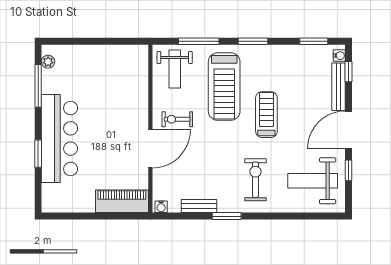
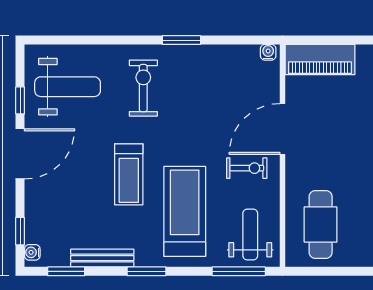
window: (199, 41) -> (239, 271), moved
cafe table: (122, 77) -> (321, 224), added
bench: (339, 87) -> (102, 258), moved, turned 90
exercise bike: (255, 180) -> (143, 88), turned 180
bench: (199, 206) -> (218, 53), removed

